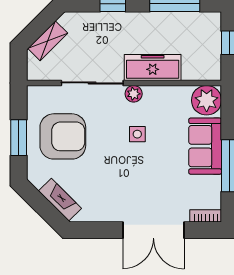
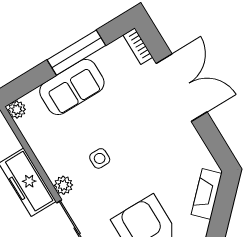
plant: (207, 100) -> (17, 110), width x0.53, depth x0.53

